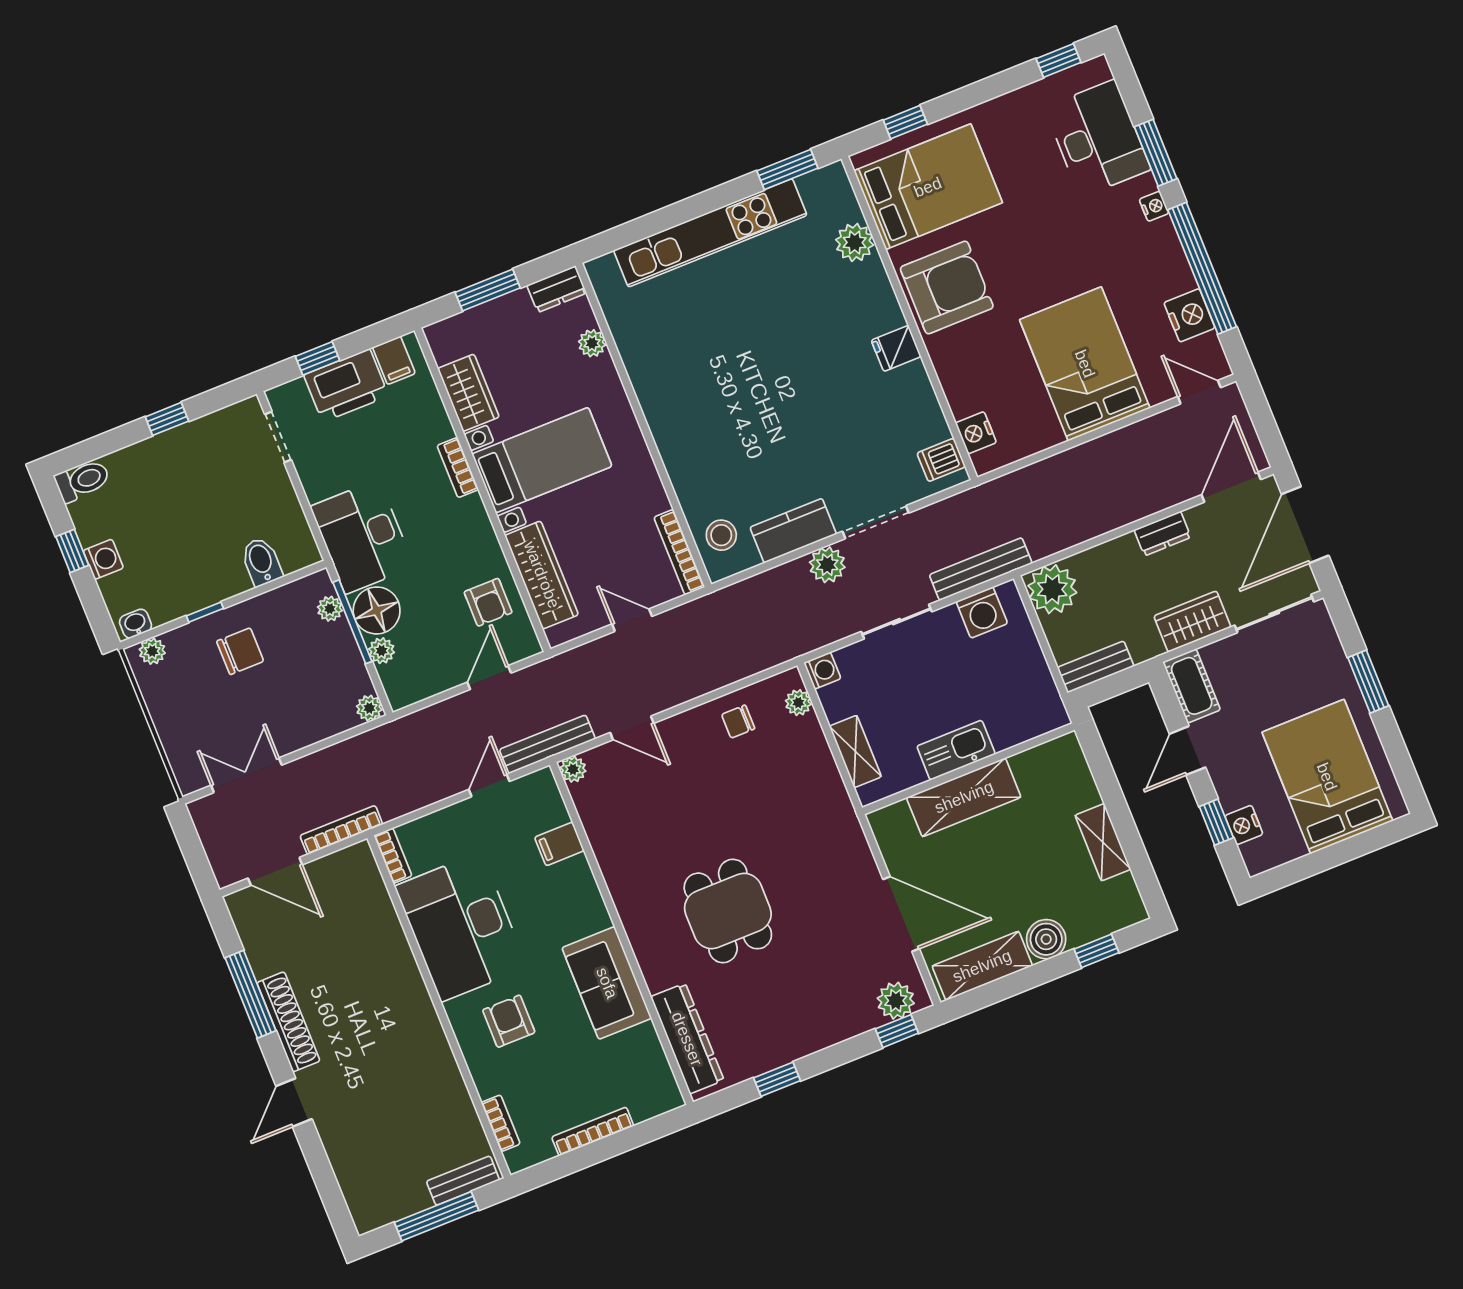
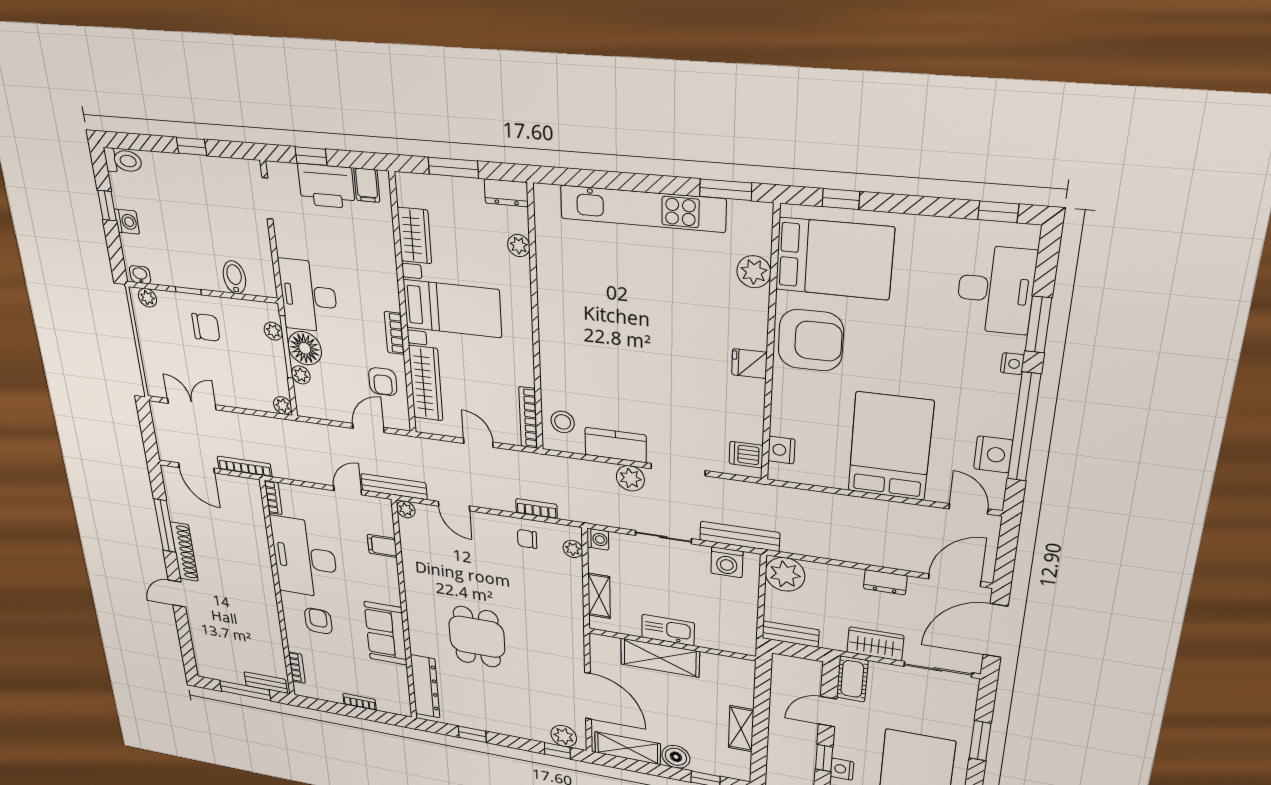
bookcase: (458, 468) -> (394, 333), moved
bookcase: (734, 671) -> (537, 509), added
bookcase: (593, 1131) -> (360, 702), width x0.64

